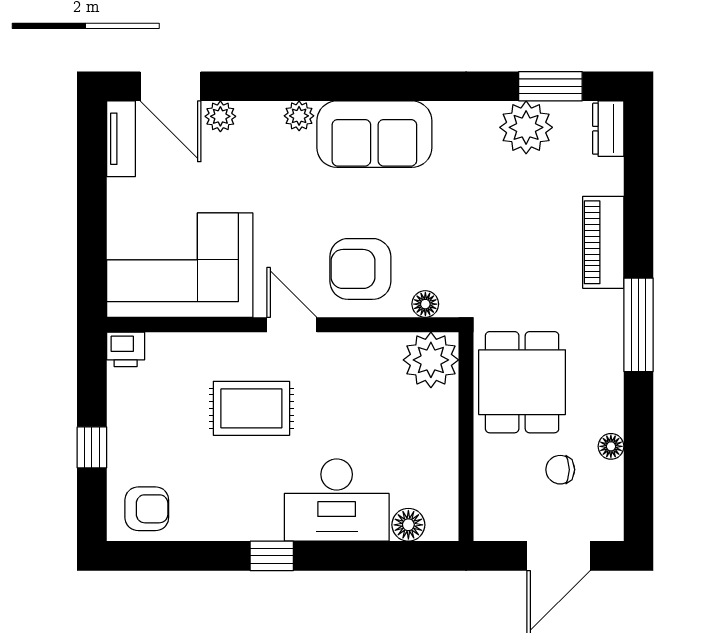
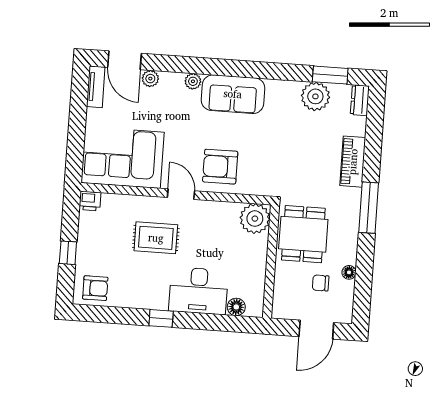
floor lamp: (425, 304) -> (254, 188), removed

